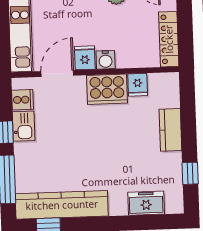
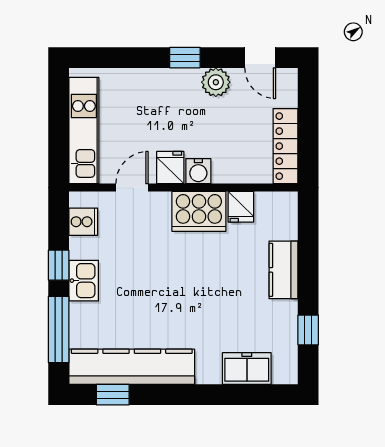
door: (57, 73) -> (132, 188), width x0.73
kitchen sink: (24, 126) -> (84, 281), moved

